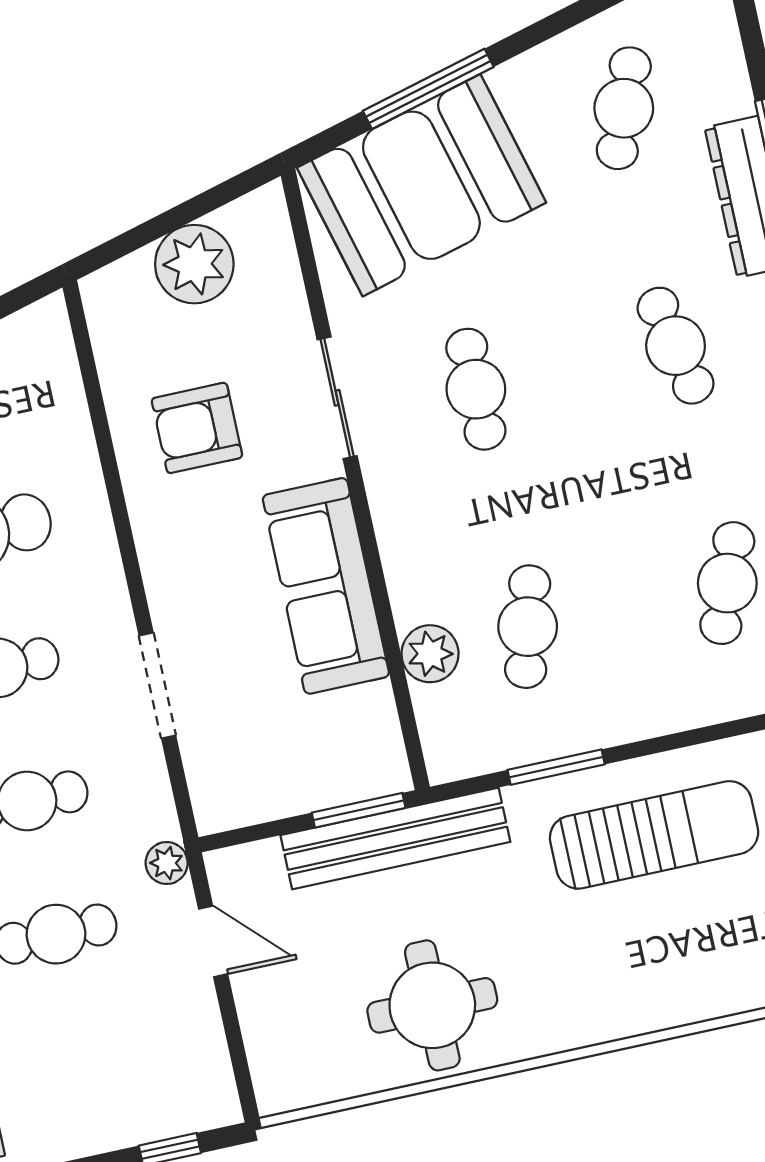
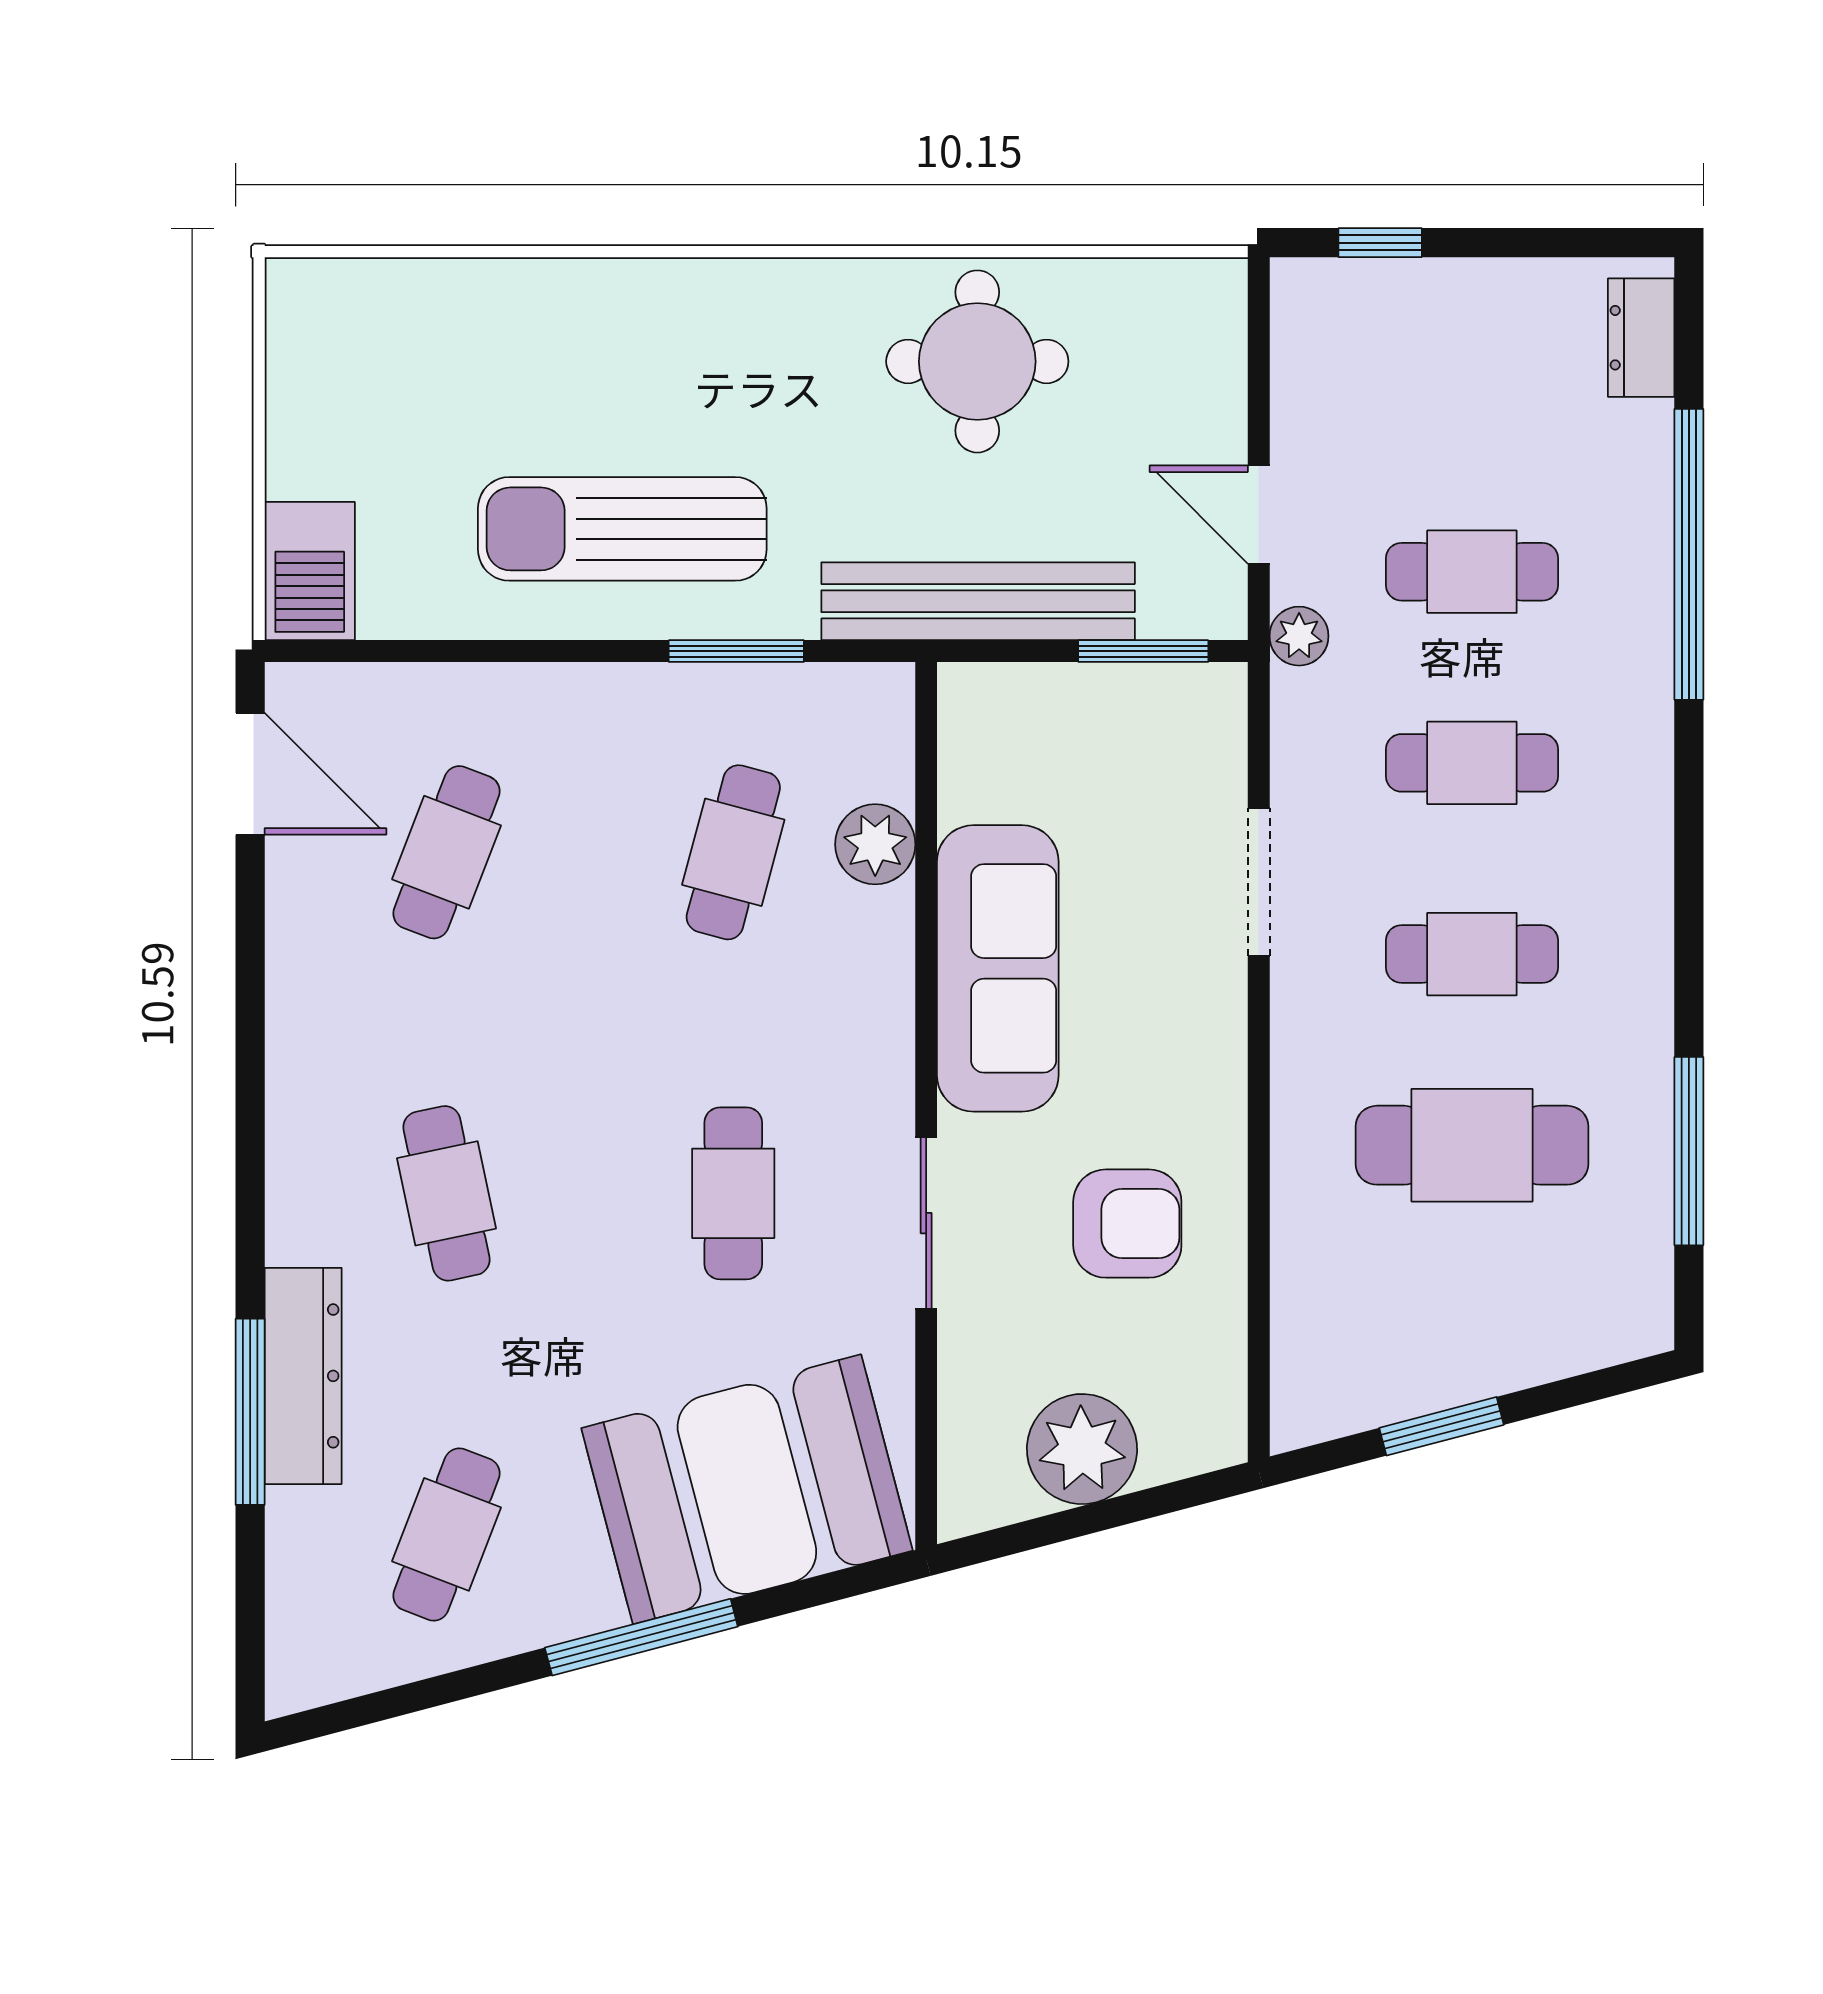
window: (428, 89) -> (641, 1637), moved
window: (359, 810) -> (1143, 651), moved

